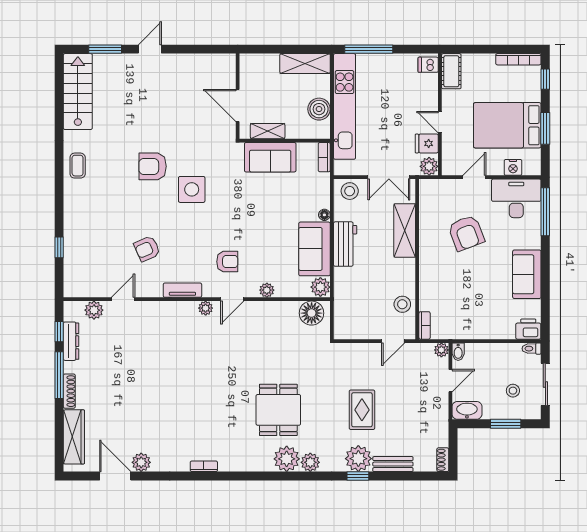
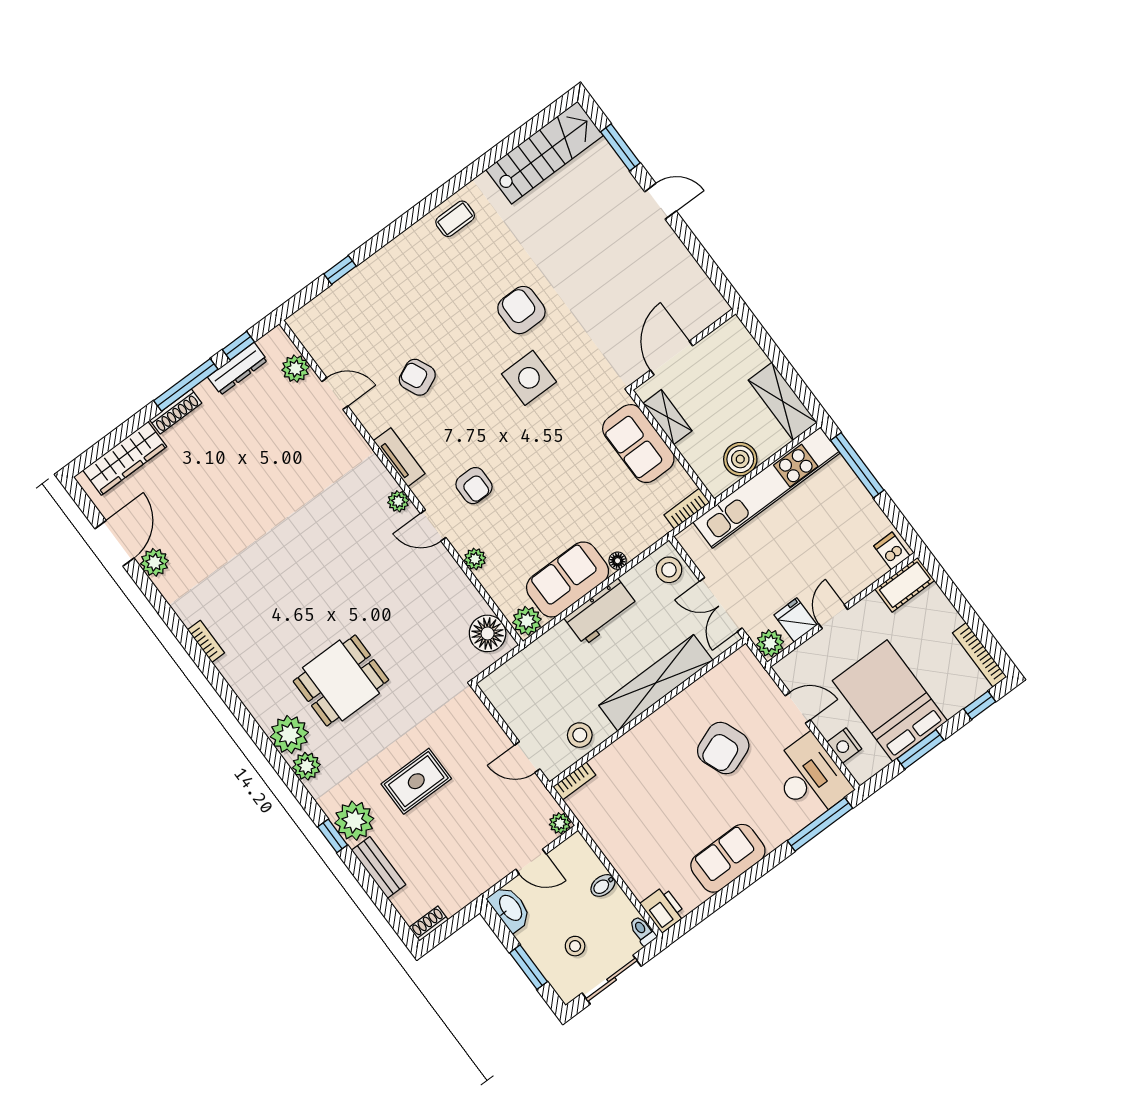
shelving: (405, 230) -> (656, 683), width x1.47
bidet: (458, 352) -> (603, 885), moved

